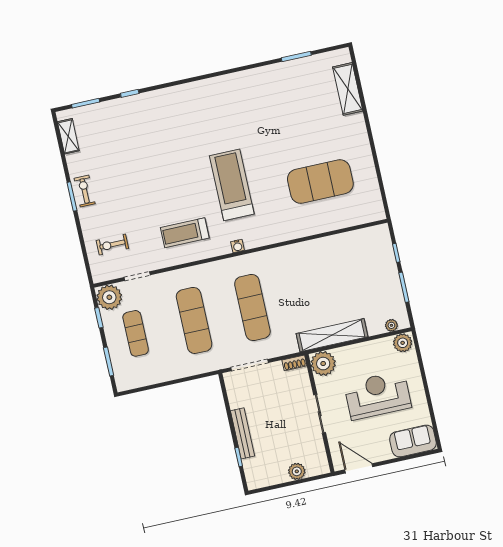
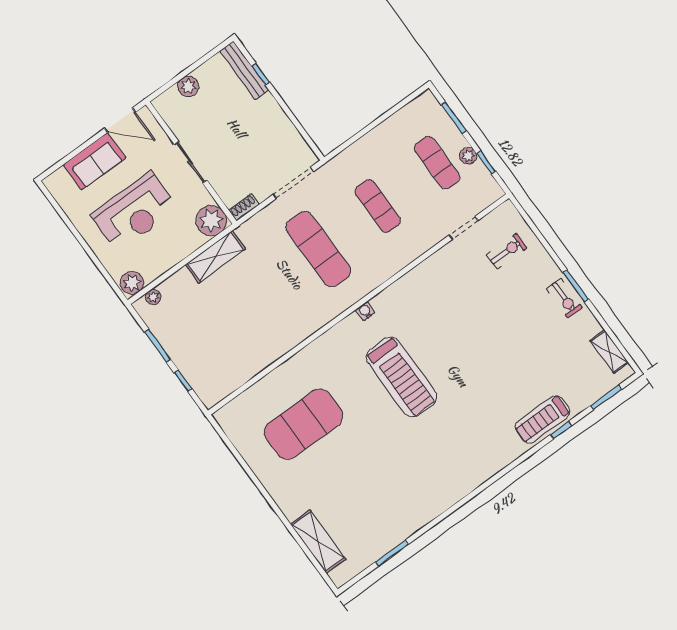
treadmill: (185, 233) -> (542, 419), moved, turned 180
plant: (109, 297) -> (468, 156), moved, width x0.53, depth x0.53
exercise mat: (194, 320) -> (378, 206), width x0.73, depth x0.69
shelving: (332, 335) -> (215, 257), width x0.68
bench: (243, 433) -> (244, 70), moved
sofa: (413, 441) -> (95, 161), moved

